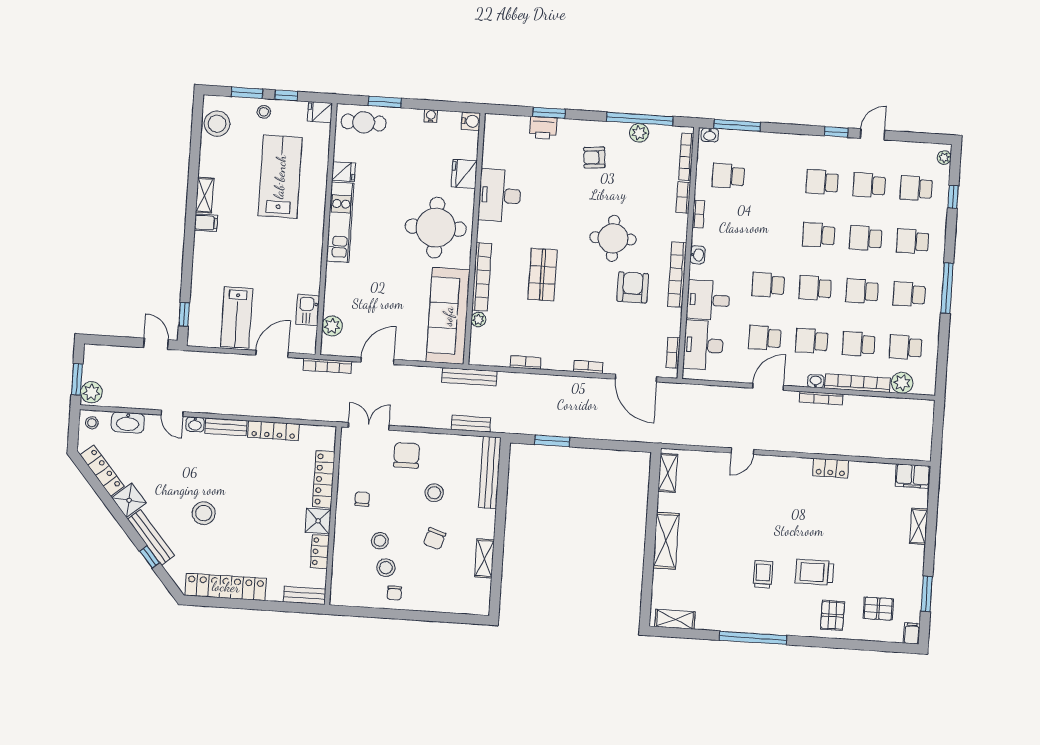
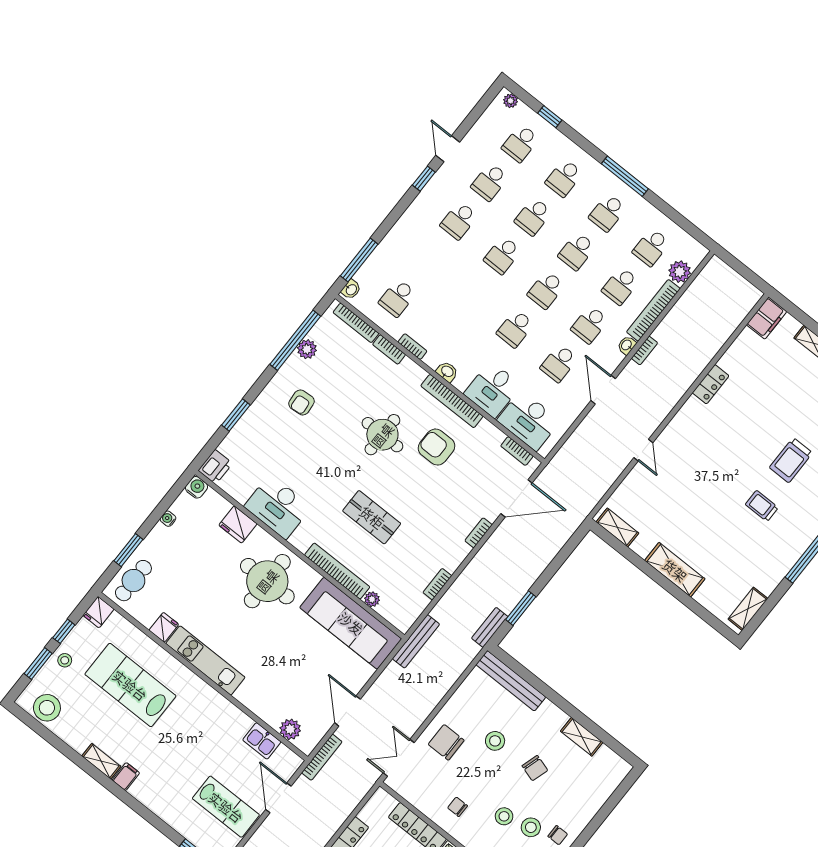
printer: (543, 128) -> (215, 467), moved
bookcase: (821, 398) -> (644, 351), width x0.64
bench: (471, 424) -> (490, 627), moved

